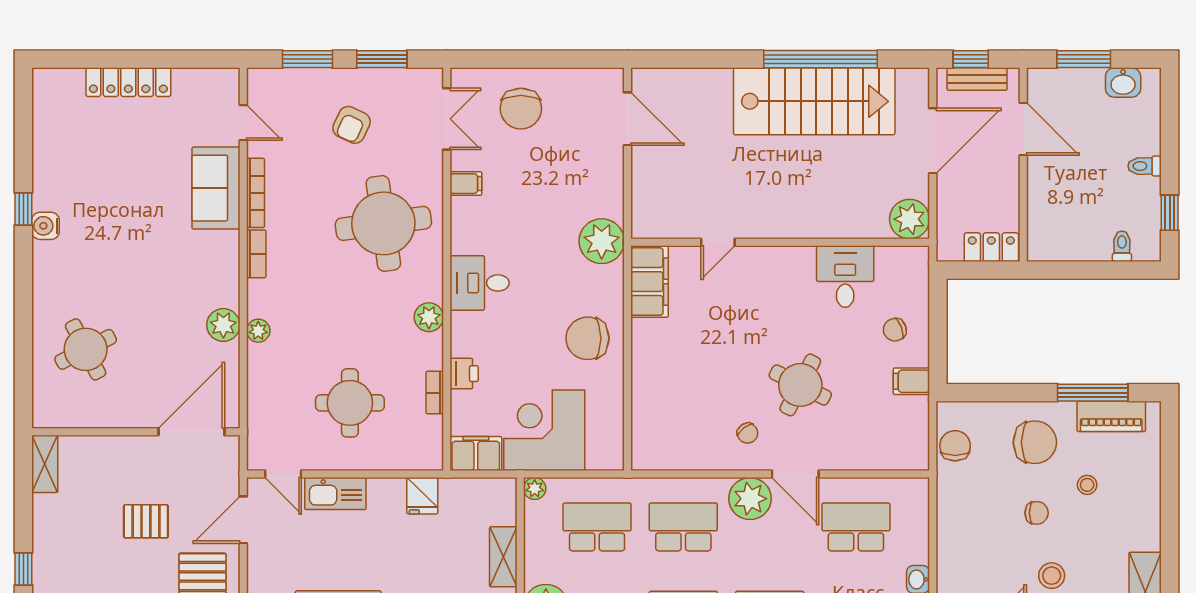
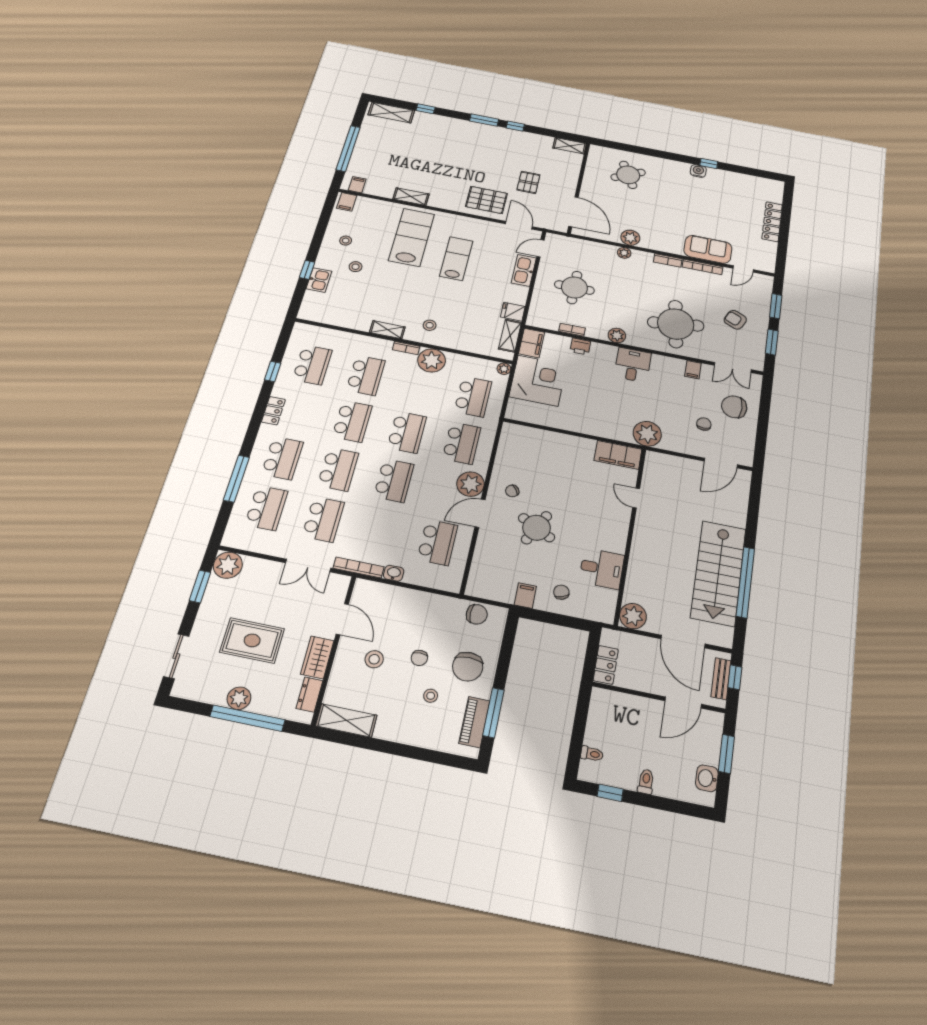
chair: (587, 338) -> (704, 424), moved, width x0.54, depth x0.54
shelving: (503, 557) -> (510, 336), moved, turned 90

